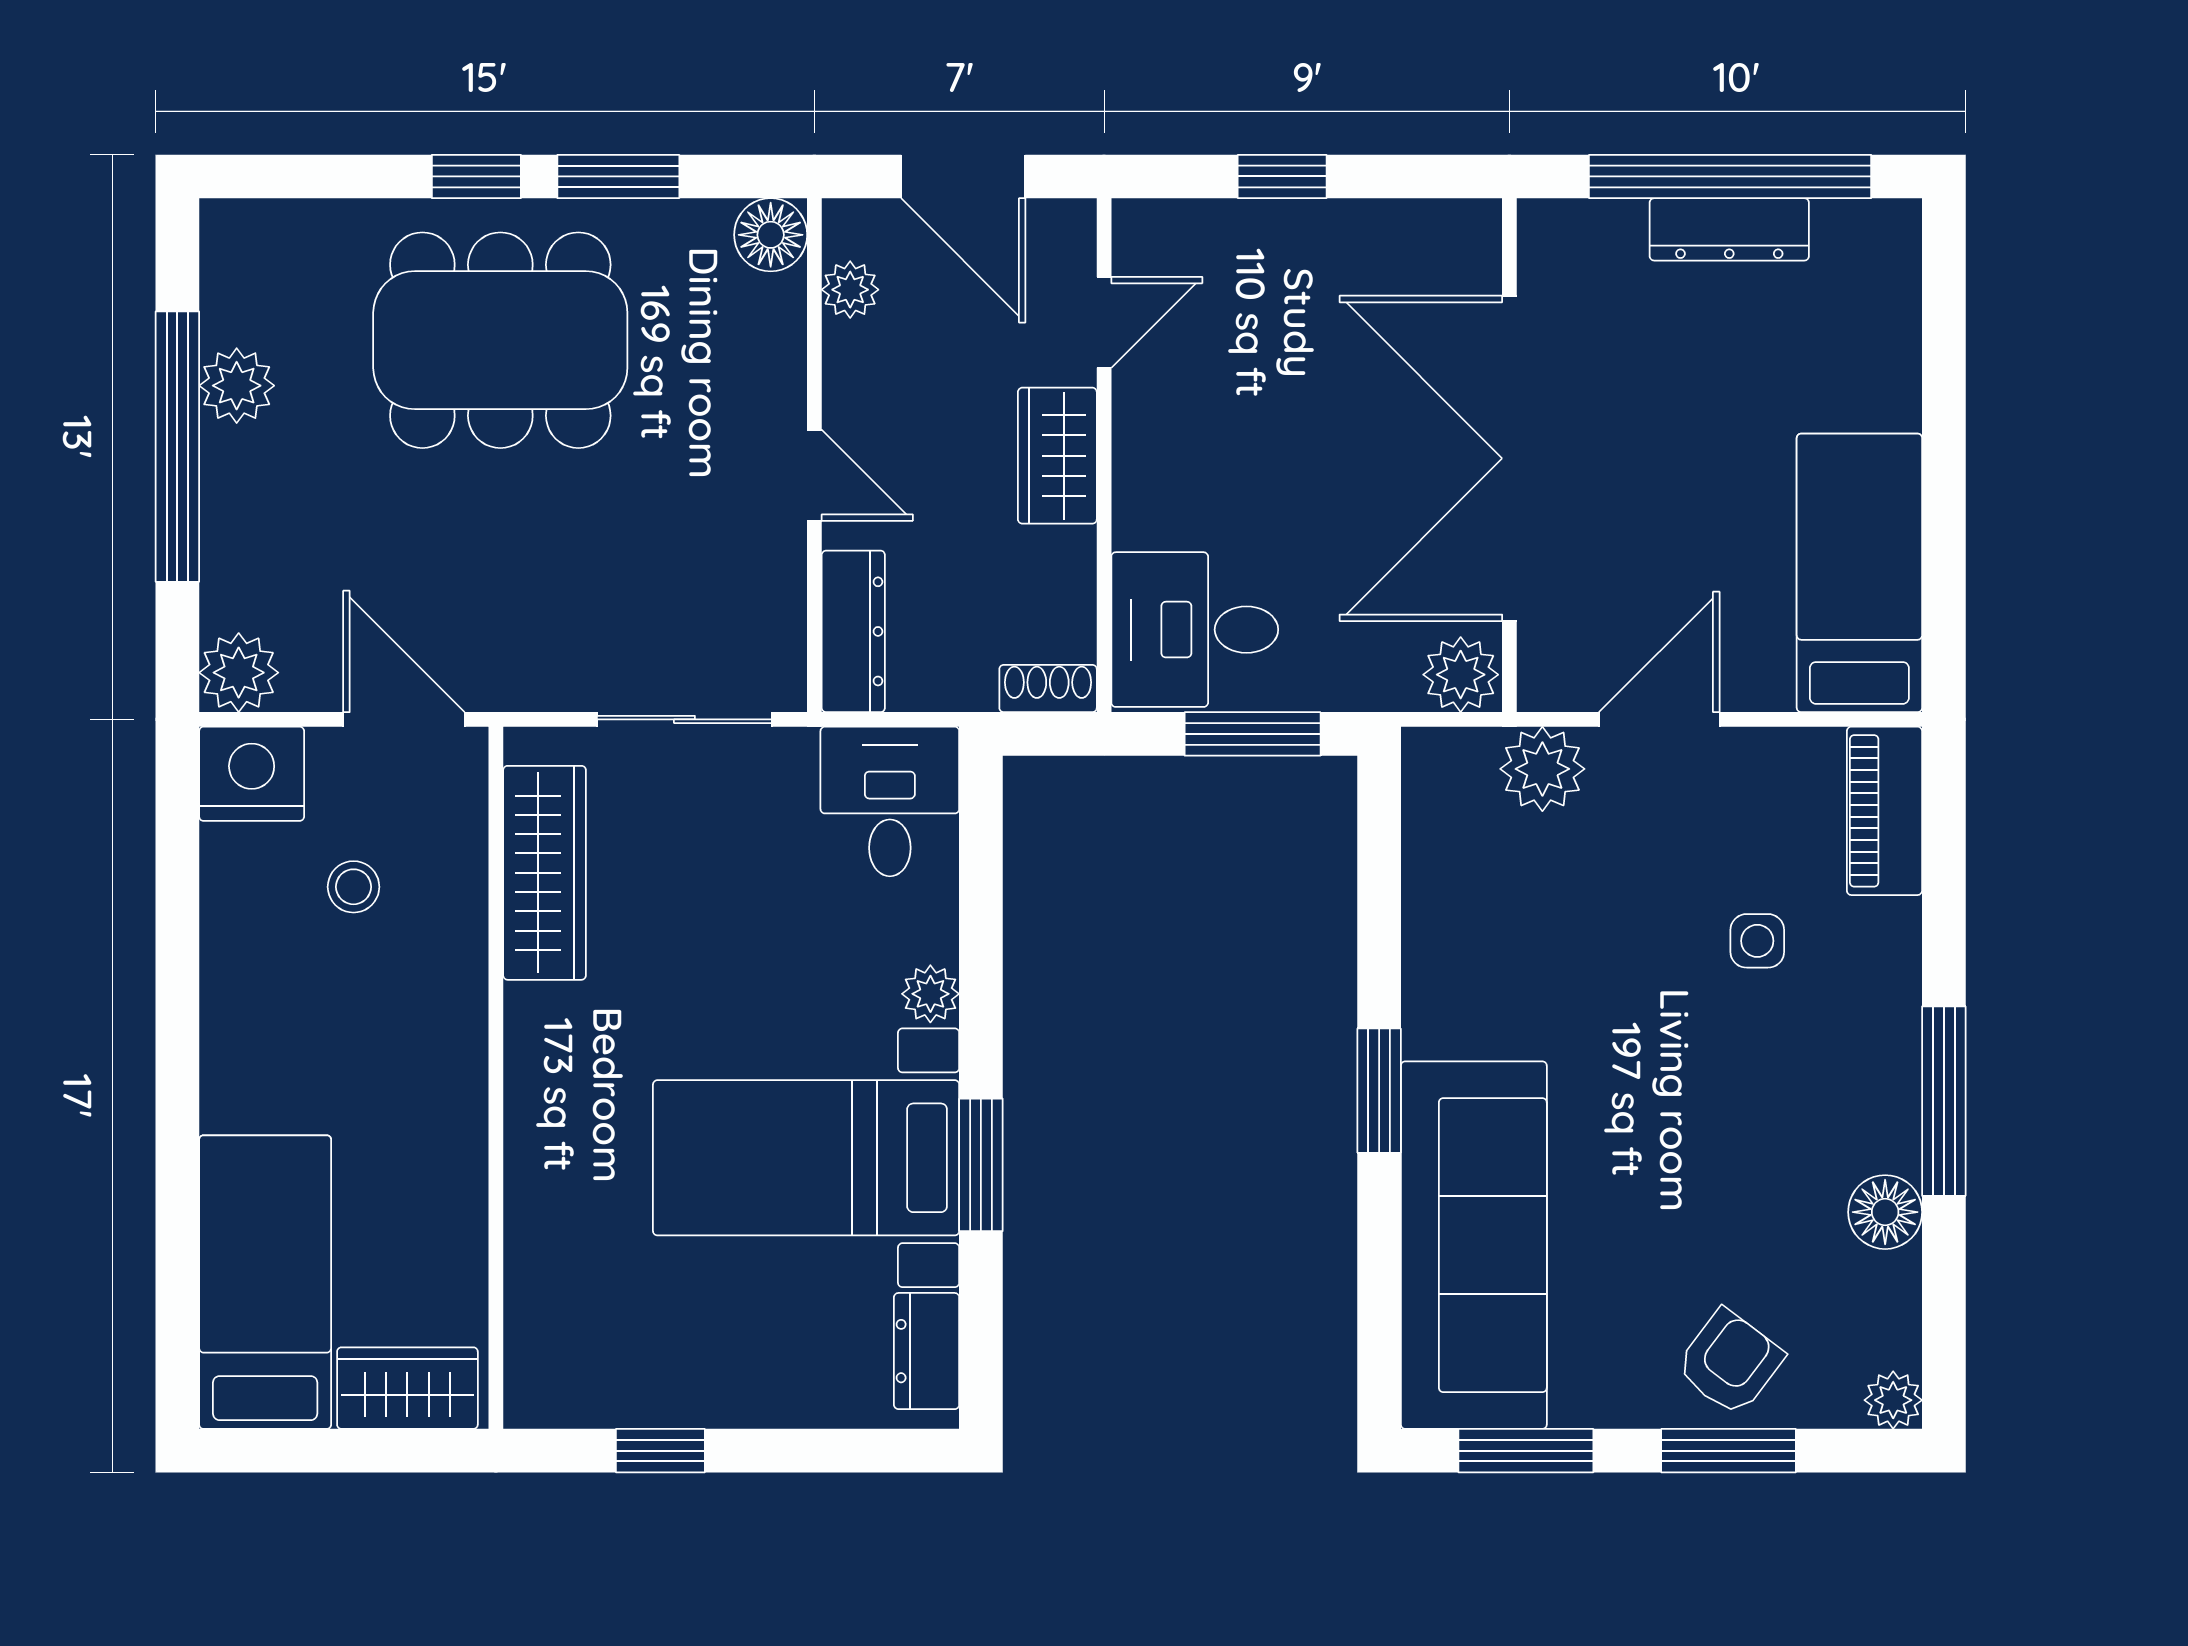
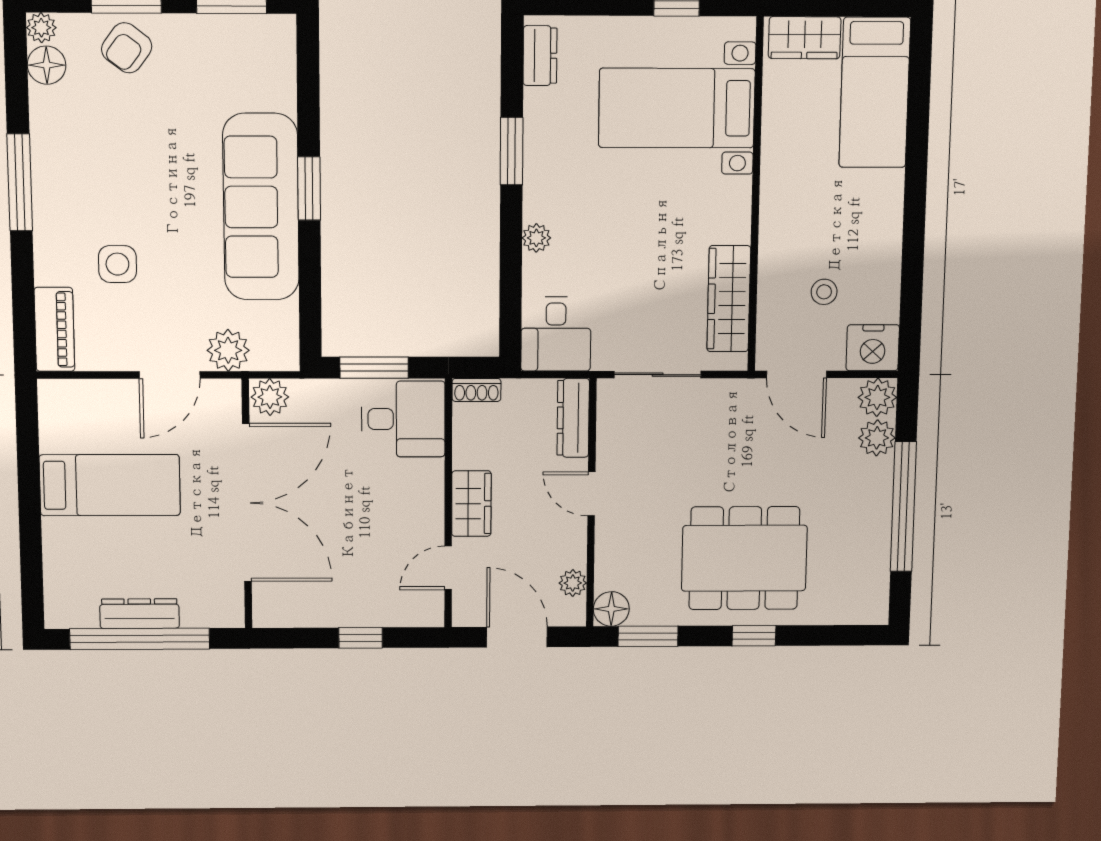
window: (618, 176) -> (648, 636), moved
plant: (237, 386) -> (877, 438), moved
bed: (1859, 573) -> (110, 485), moved, turned -90
side table: (1757, 941) -> (117, 264), width x1.37, depth x1.37
bed with nightstands: (806, 1158) -> (677, 108), moved, turned 180
floor lamp: (1885, 1212) -> (47, 65), moved
sofa: (1474, 1245) -> (261, 207), moved

